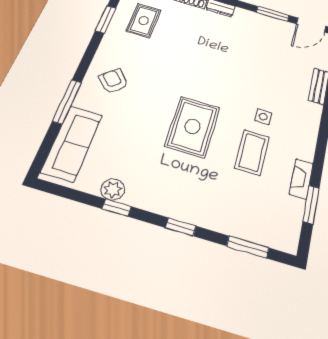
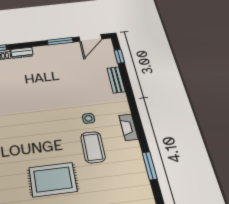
rug: (192, 127) -> (53, 179), moved, turned 90
fireplace: (301, 179) -> (129, 127), moved

